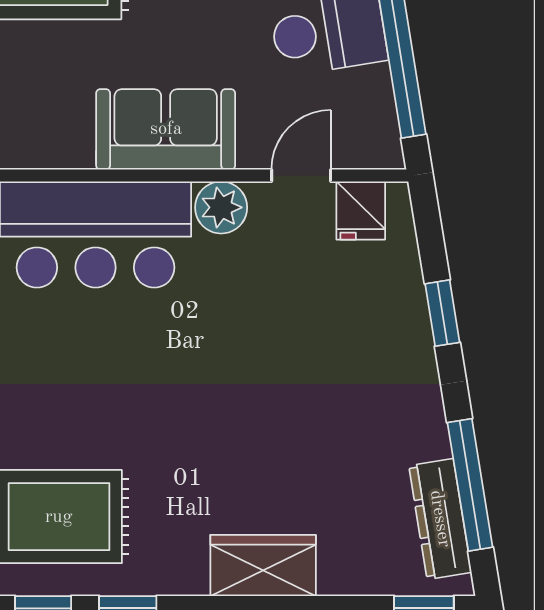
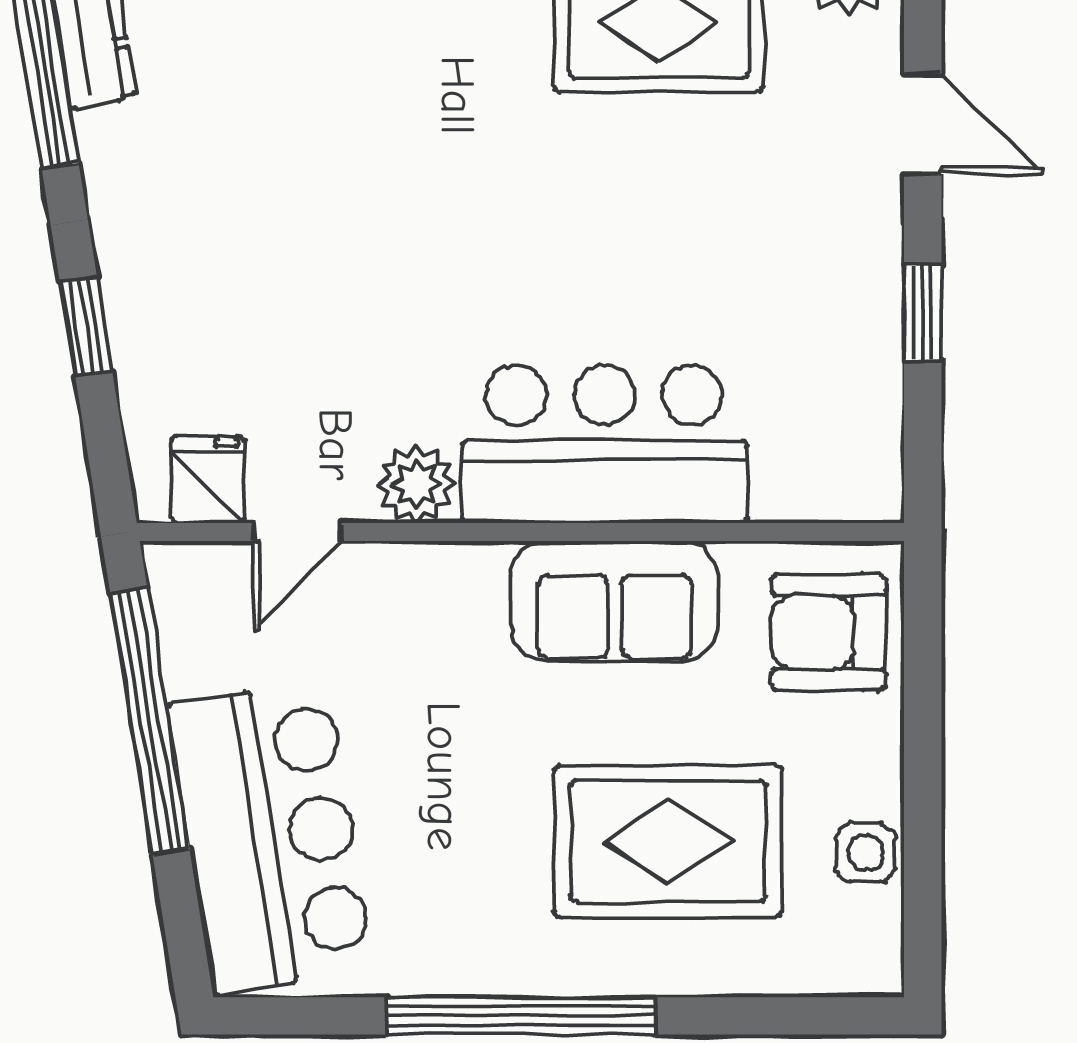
sofa: (166, 129) -> (615, 601), moved

